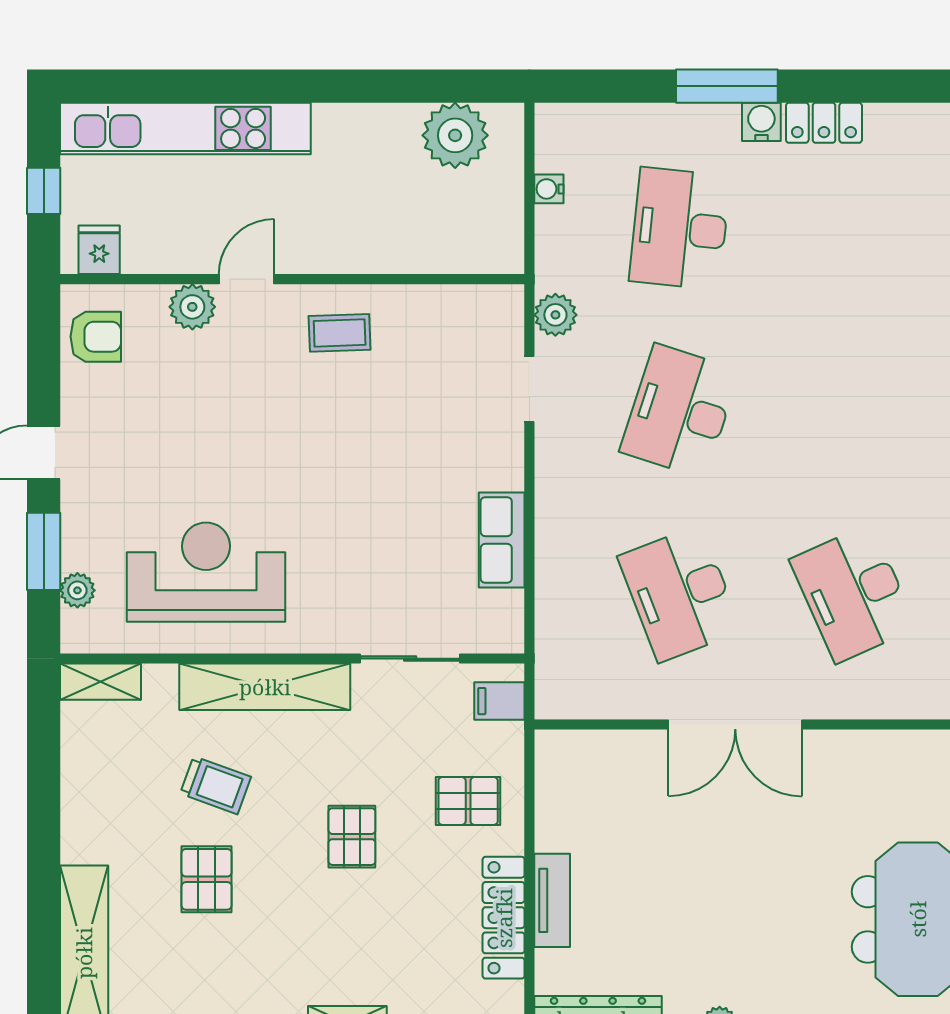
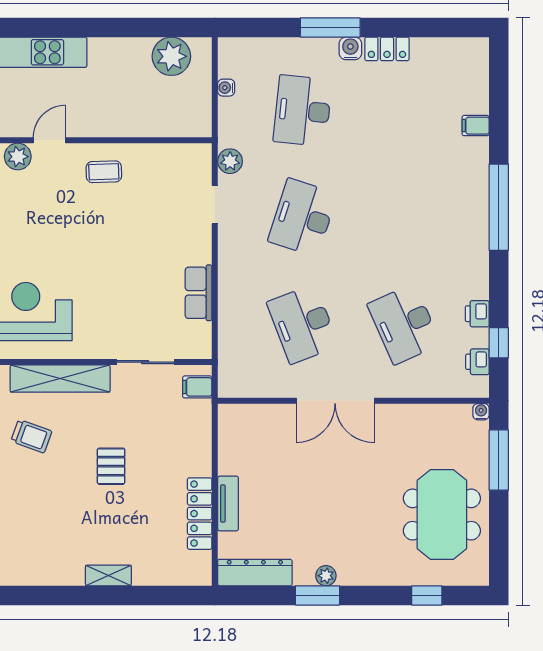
pallet: (468, 801) -> (179, 445), removed
pallet: (207, 879) -> (26, 491), removed

